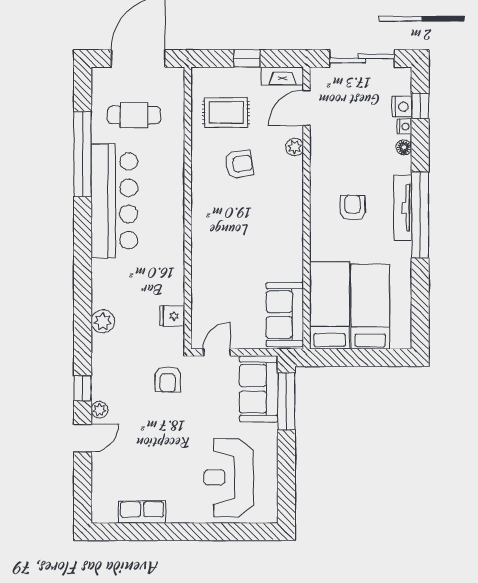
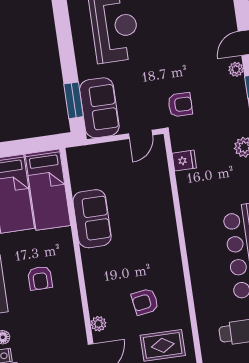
sofa: (285, 315) -> (92, 219), moved
armchair: (168, 379) -> (180, 105), turned 90
window: (286, 401) -> (74, 100), width x0.69

